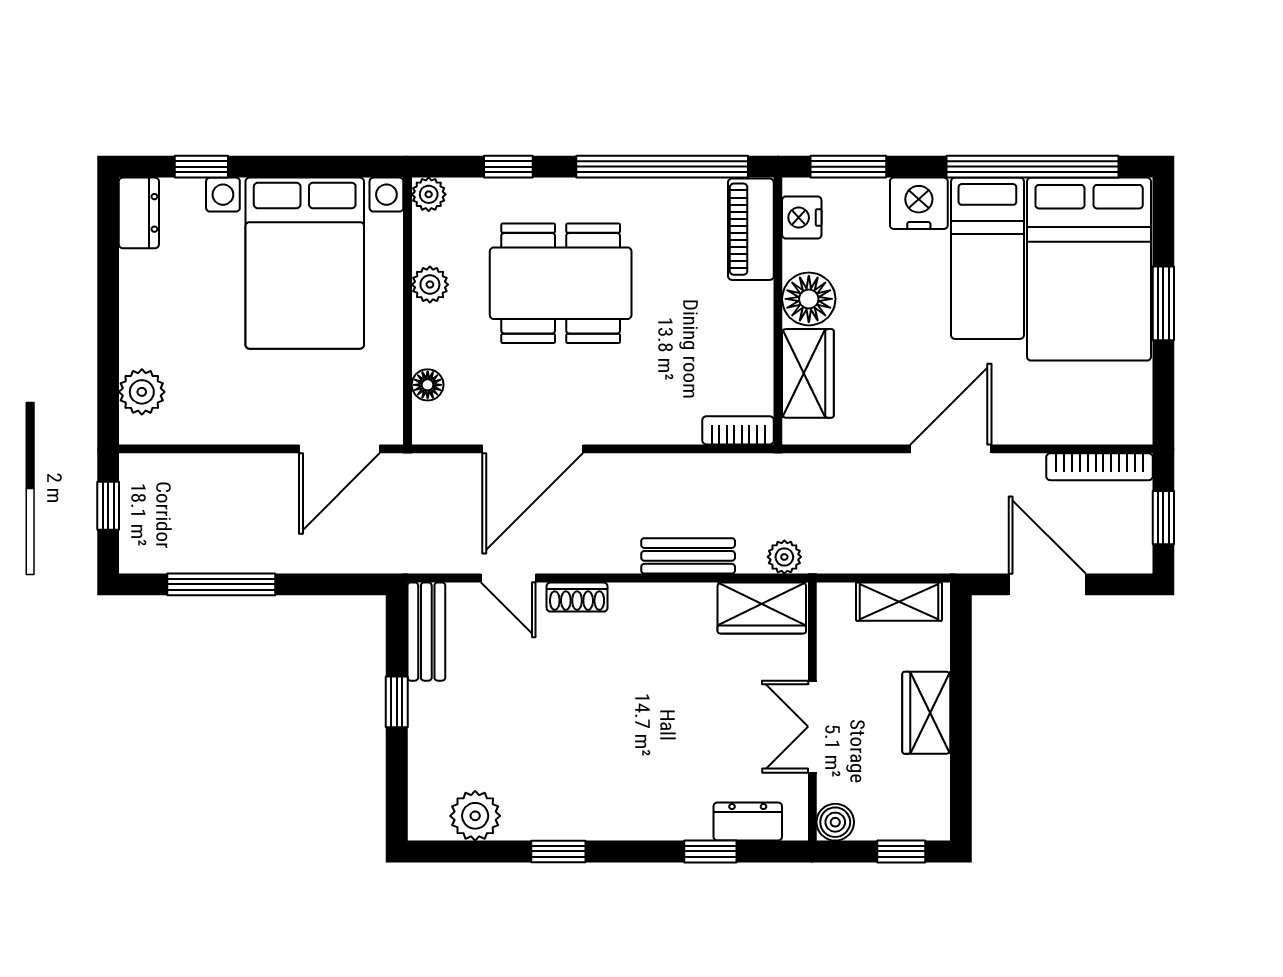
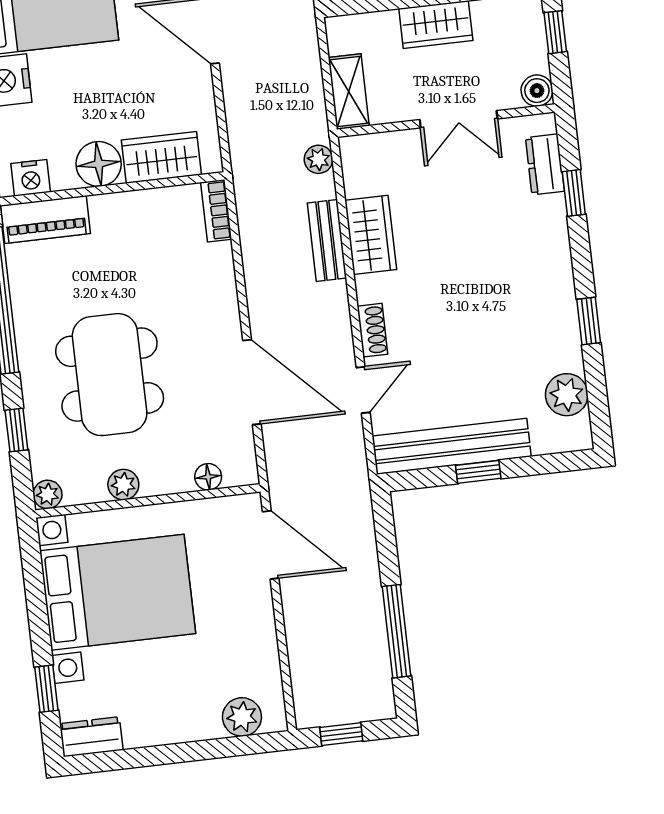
shelving: (899, 602) -> (349, 92), moved
wardrobe: (762, 608) -> (371, 235), moved
bench: (426, 632) -> (452, 446), width x1.86, depth x1.21

